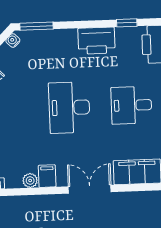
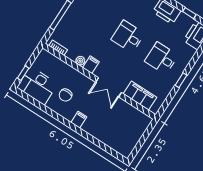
desk: (69, 108) -> (128, 37), width x0.73
double door: (90, 189) -> (108, 87), swing flipped

